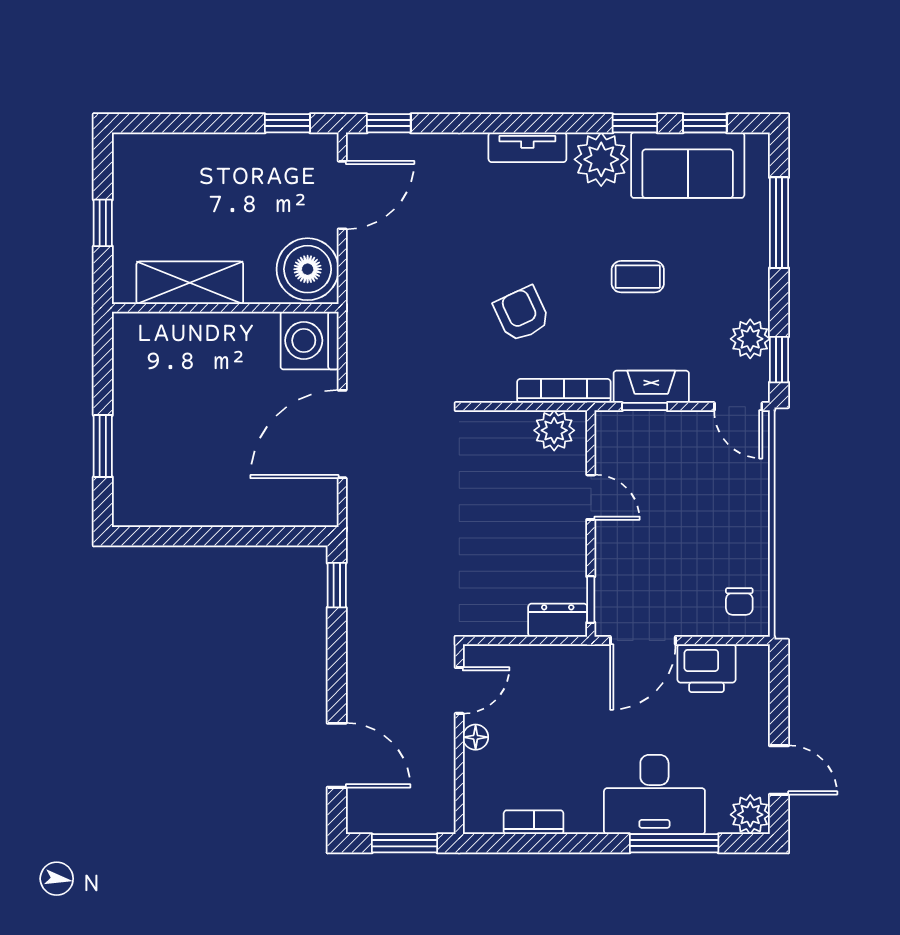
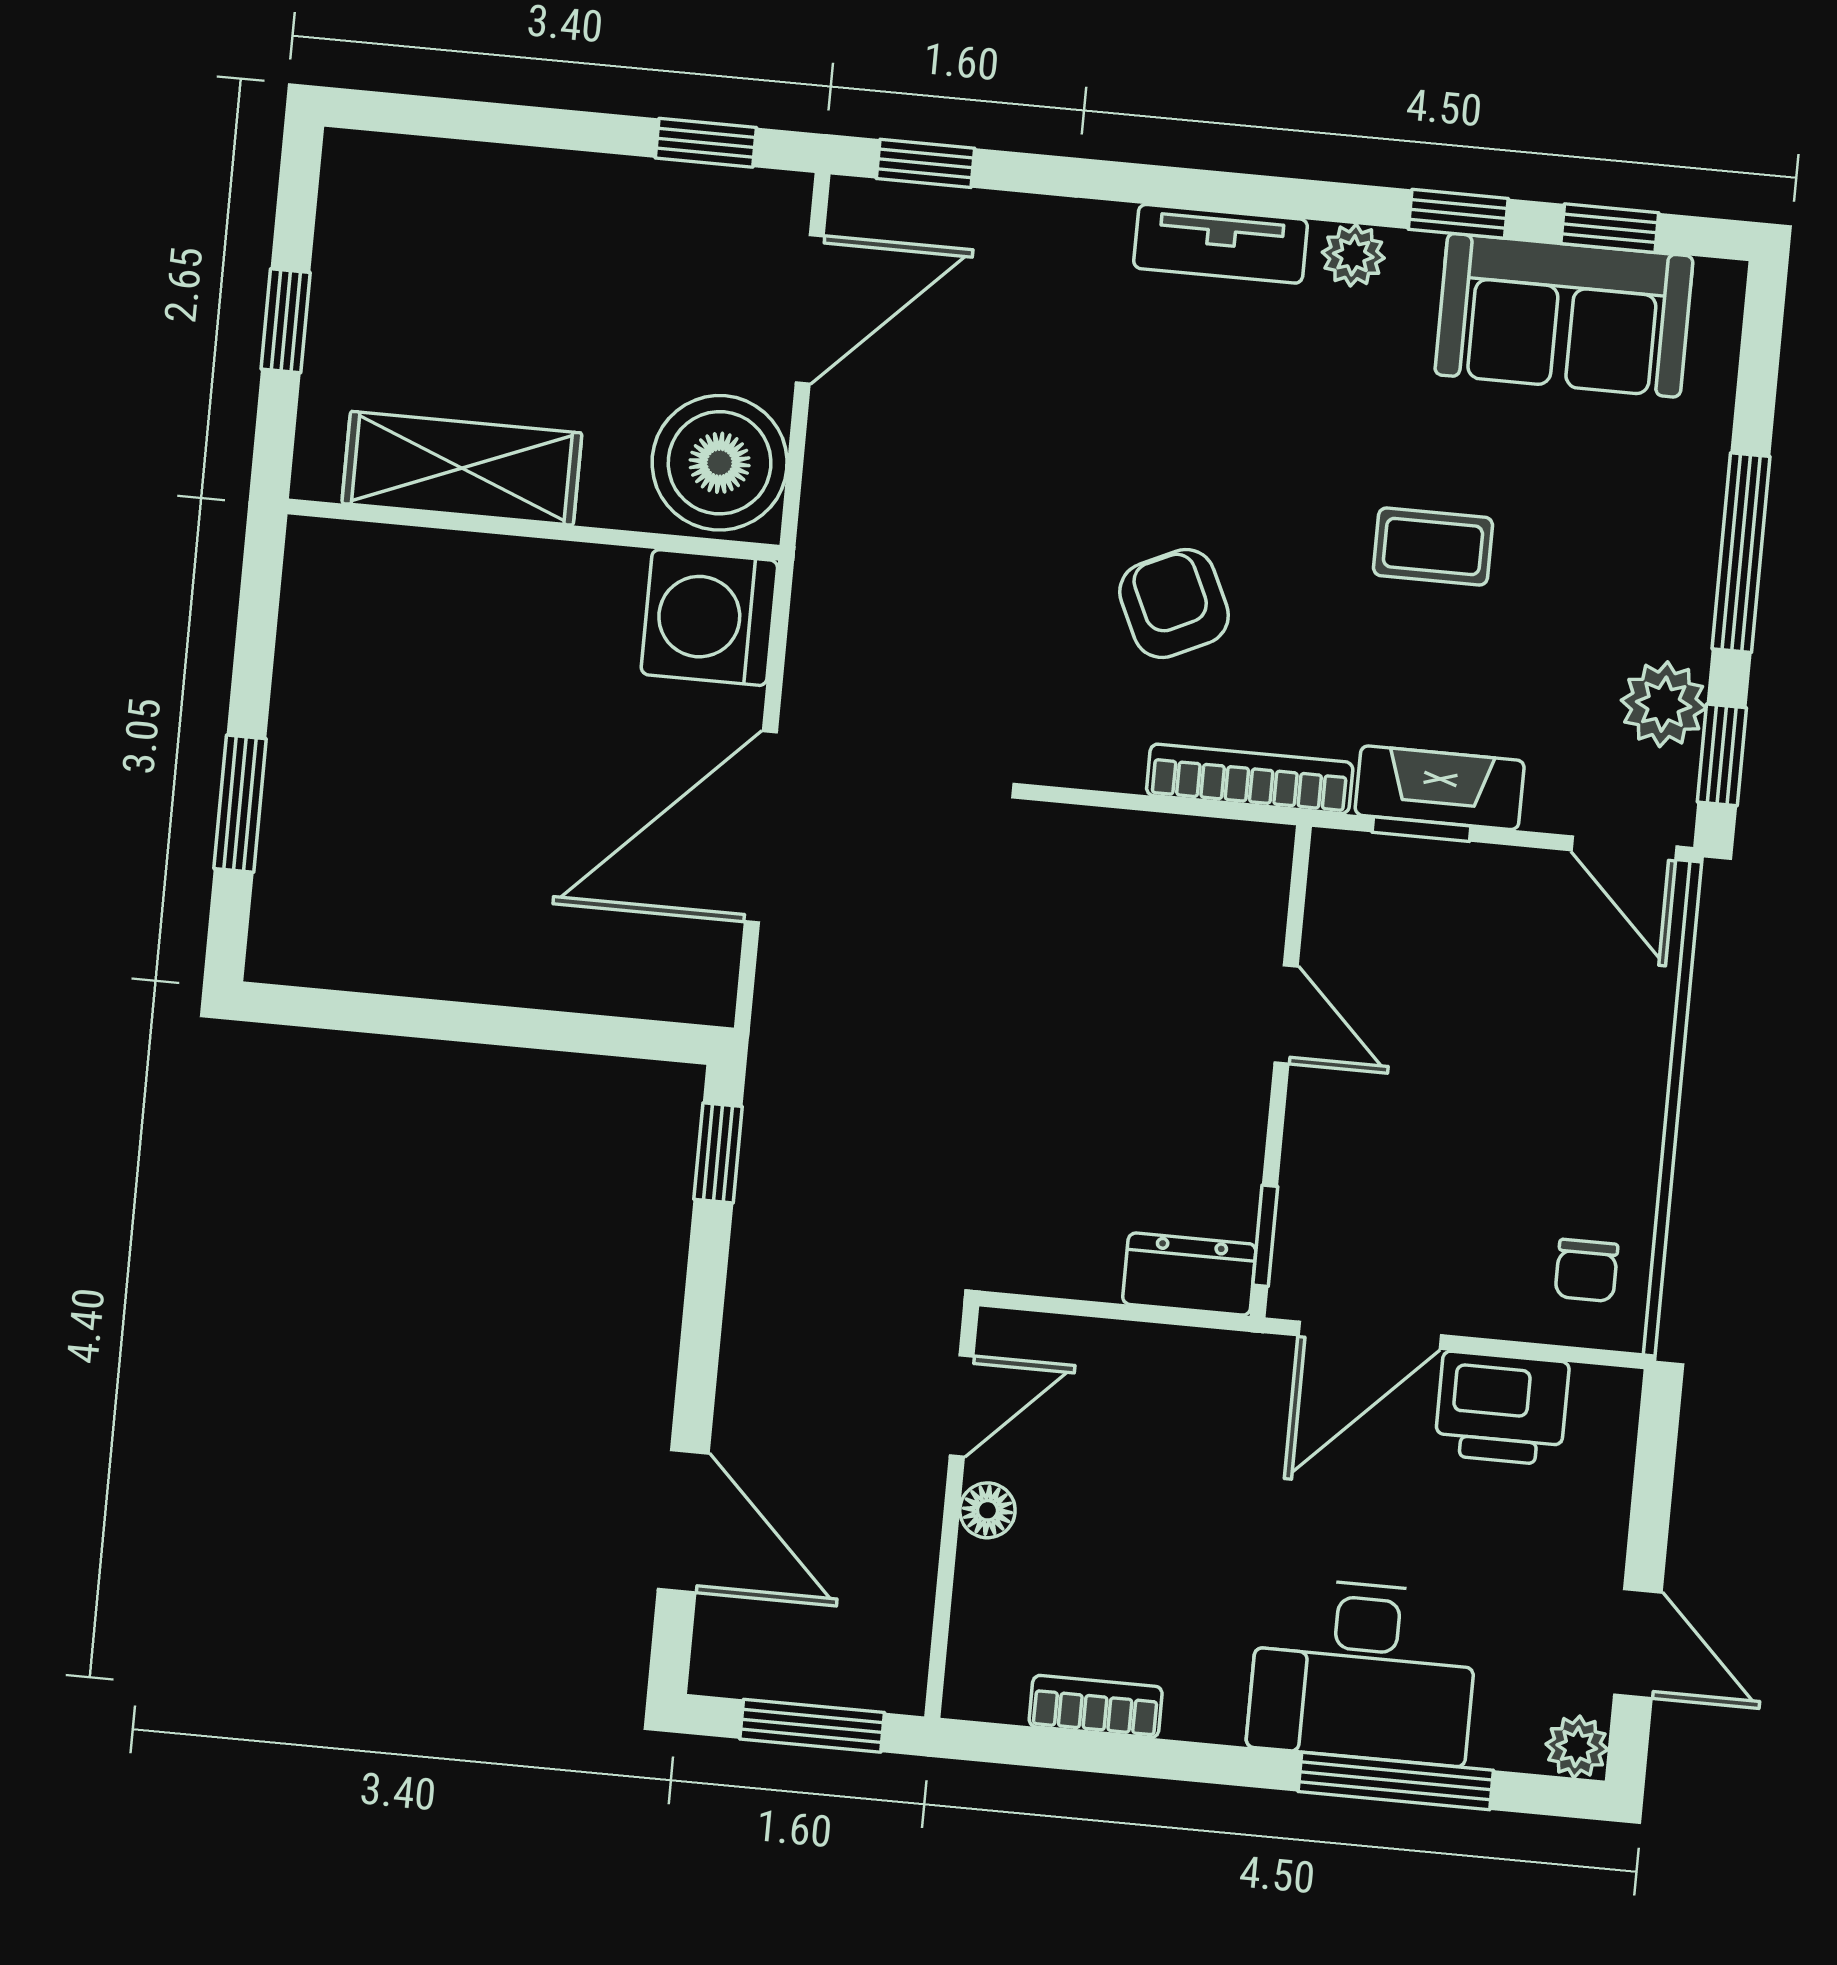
plant: (601, 159) -> (1353, 255), width x0.53, depth x0.53
window: (779, 223) -> (1741, 553), moved
plant: (554, 430) -> (1221, 862), removed
plant: (750, 815) -> (1577, 1747), width x0.73, depth x0.73

